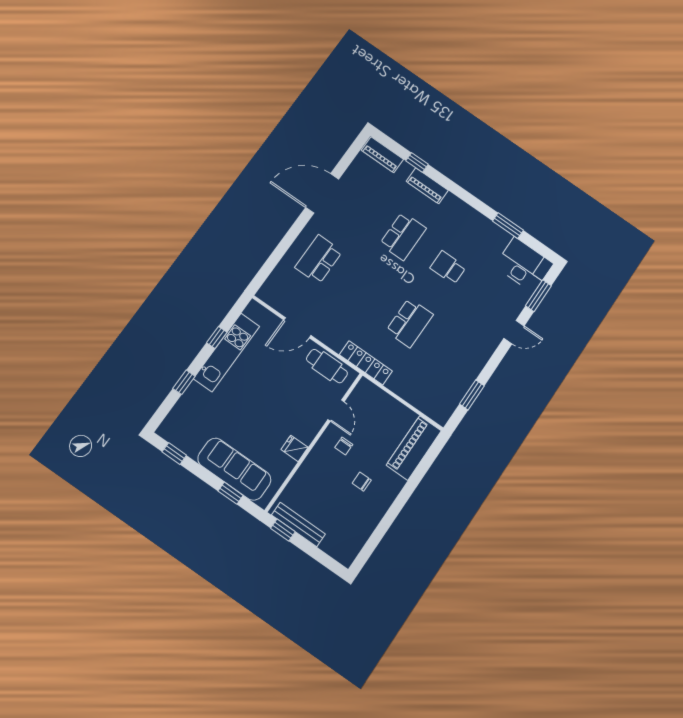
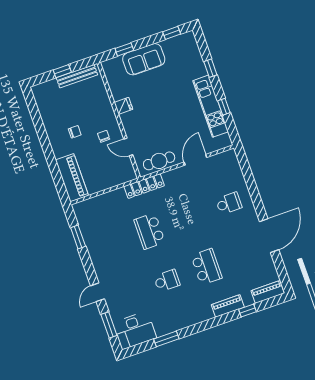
school desk: (403, 236) -> (207, 267), turned 180
school desk: (319, 259) -> (229, 203), width x0.54
sofa: (234, 469) -> (144, 59), width x0.73
window: (283, 530) -> (62, 71), moved

